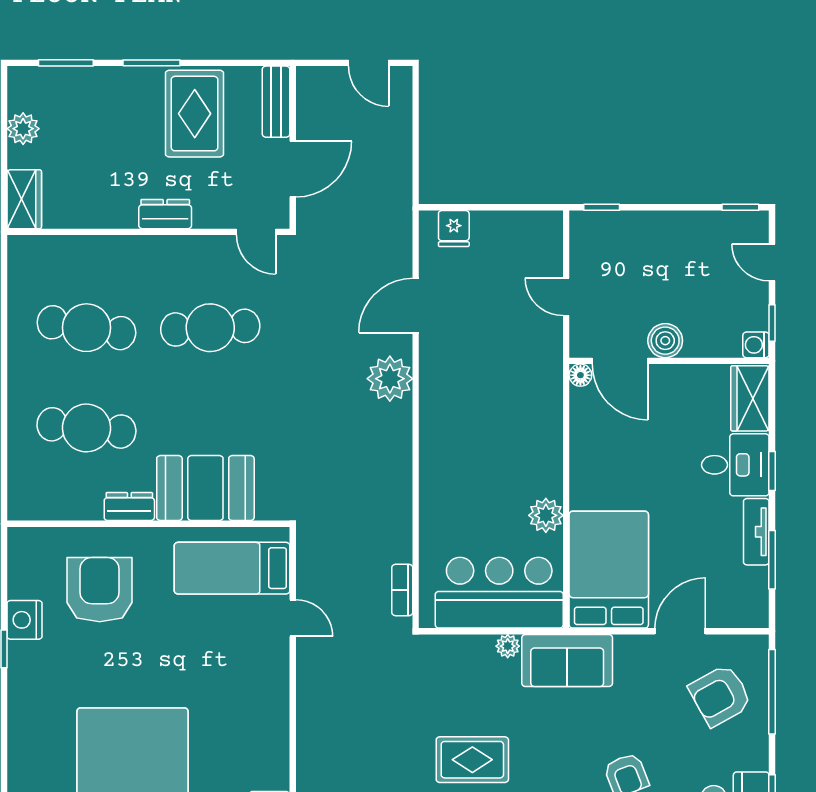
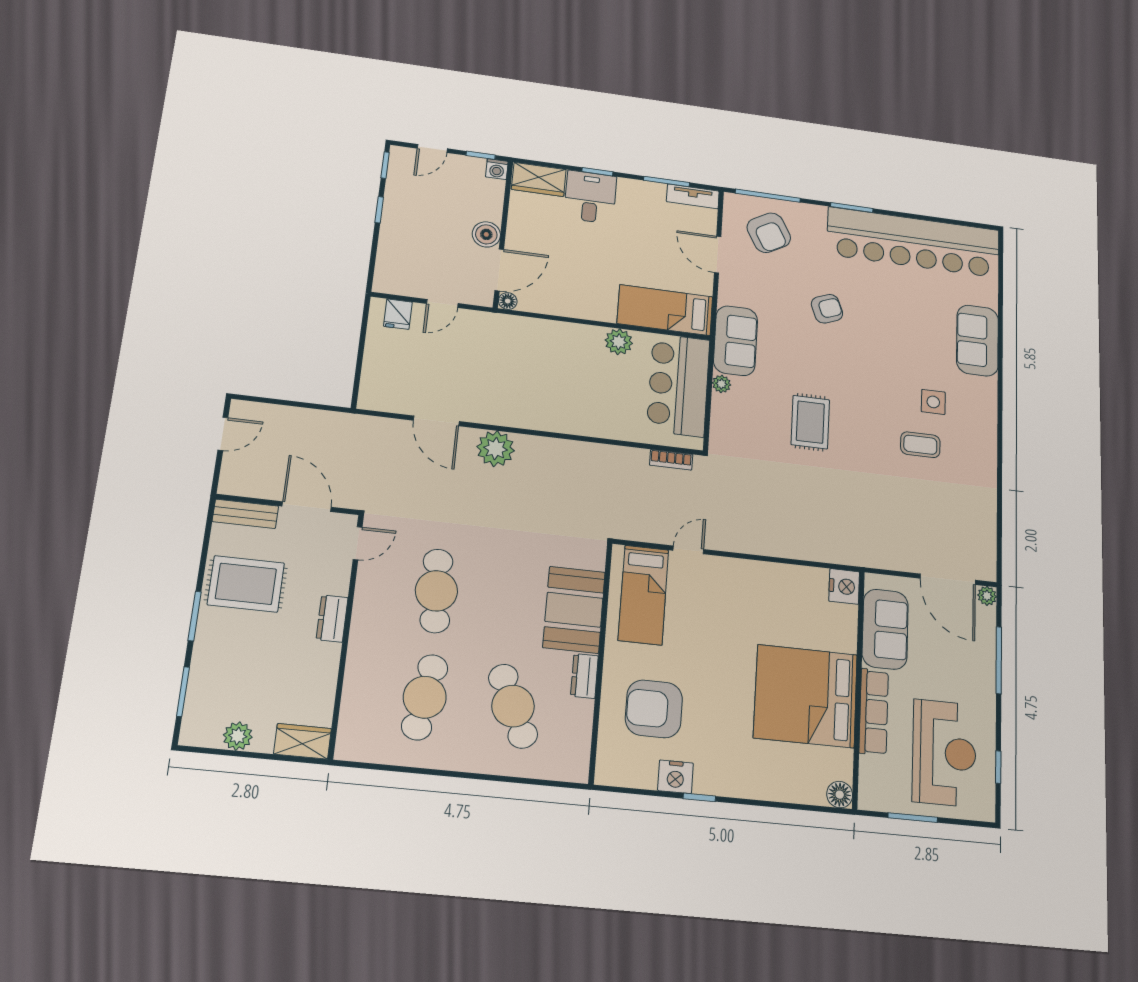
window: (602, 207) -> (379, 210), moved
fridge: (454, 229) -> (398, 314), moved, turned 90
cafe table: (86, 428) -> (513, 706), turned -30
tv unit: (756, 532) -> (693, 196), moved
bed: (609, 570) -> (665, 310), width x0.67

